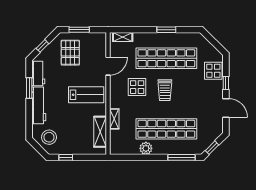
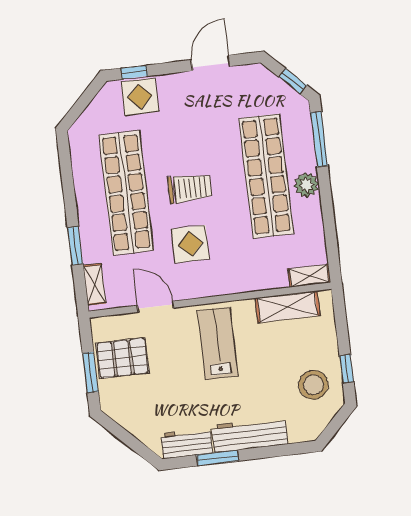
window: (166, 30) -> (75, 246), moved
window: (42, 46) -> (131, 441), removed
pallet: (70, 53) -> (122, 358), moved
window: (226, 83) -> (134, 72), moved
shelving: (114, 119) -> (309, 276), moved
stool: (49, 137) -> (313, 385), moved
plant: (146, 148) -> (306, 185), moved

